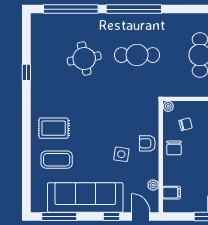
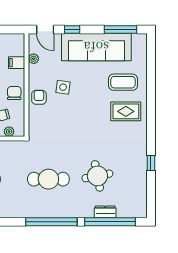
dresser: (76, 20) -> (105, 212), added
plant: (168, 106) -> (9, 132), moved
armchair: (147, 143) -> (39, 97), turned -90
filing cabinet: (171, 193) -> (17, 63), moved

